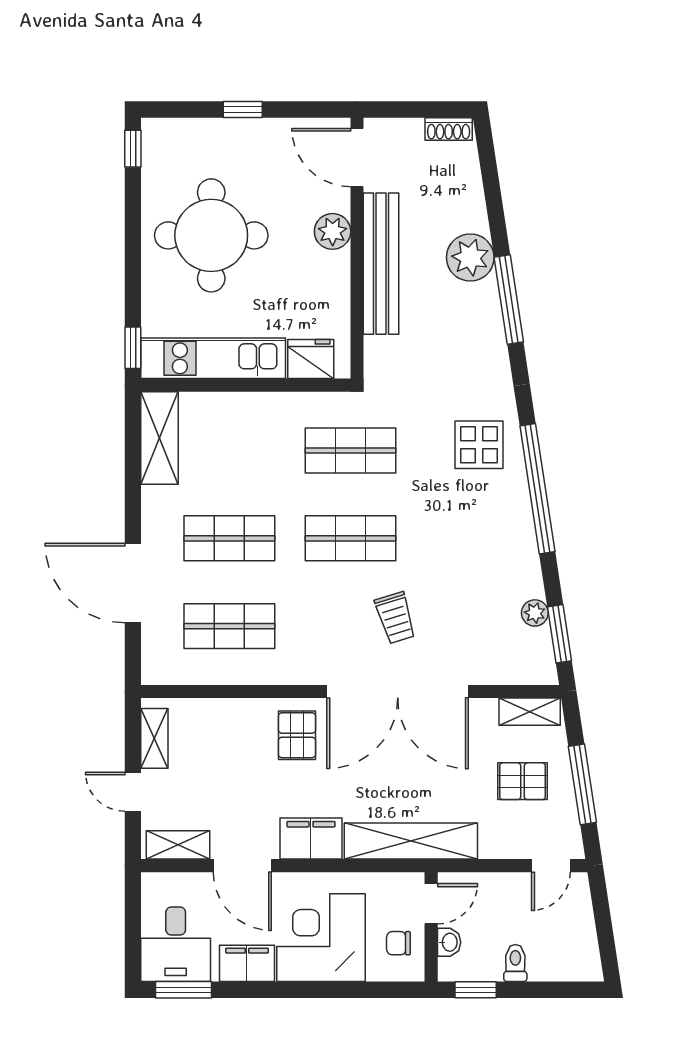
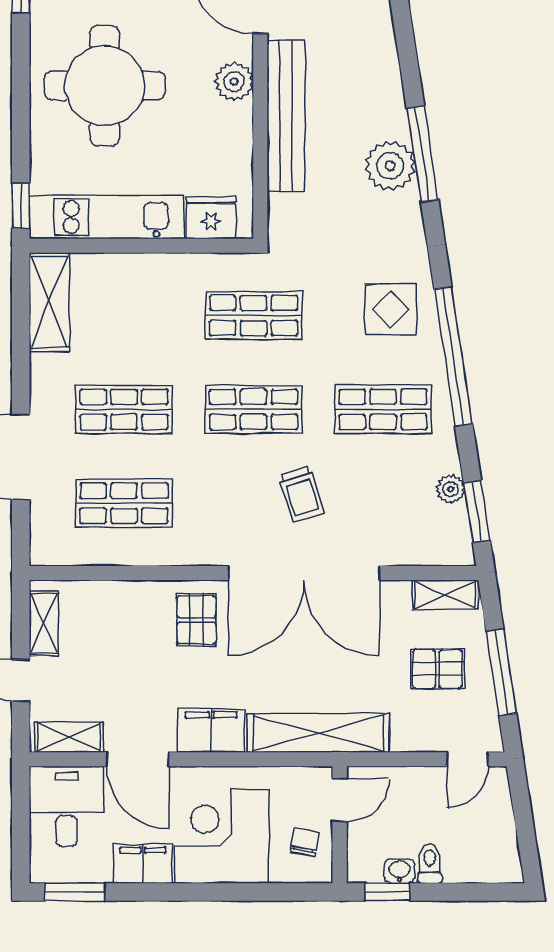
plant: (470, 257) -> (390, 166), moved
shop shelf: (472, 538) -> (383, 409), added
washbasin: (449, 942) -> (399, 871), moved, turned -90
chair: (398, 943) -> (305, 842), turned 100
desk: (176, 944) -> (67, 806), moved, turned 180

